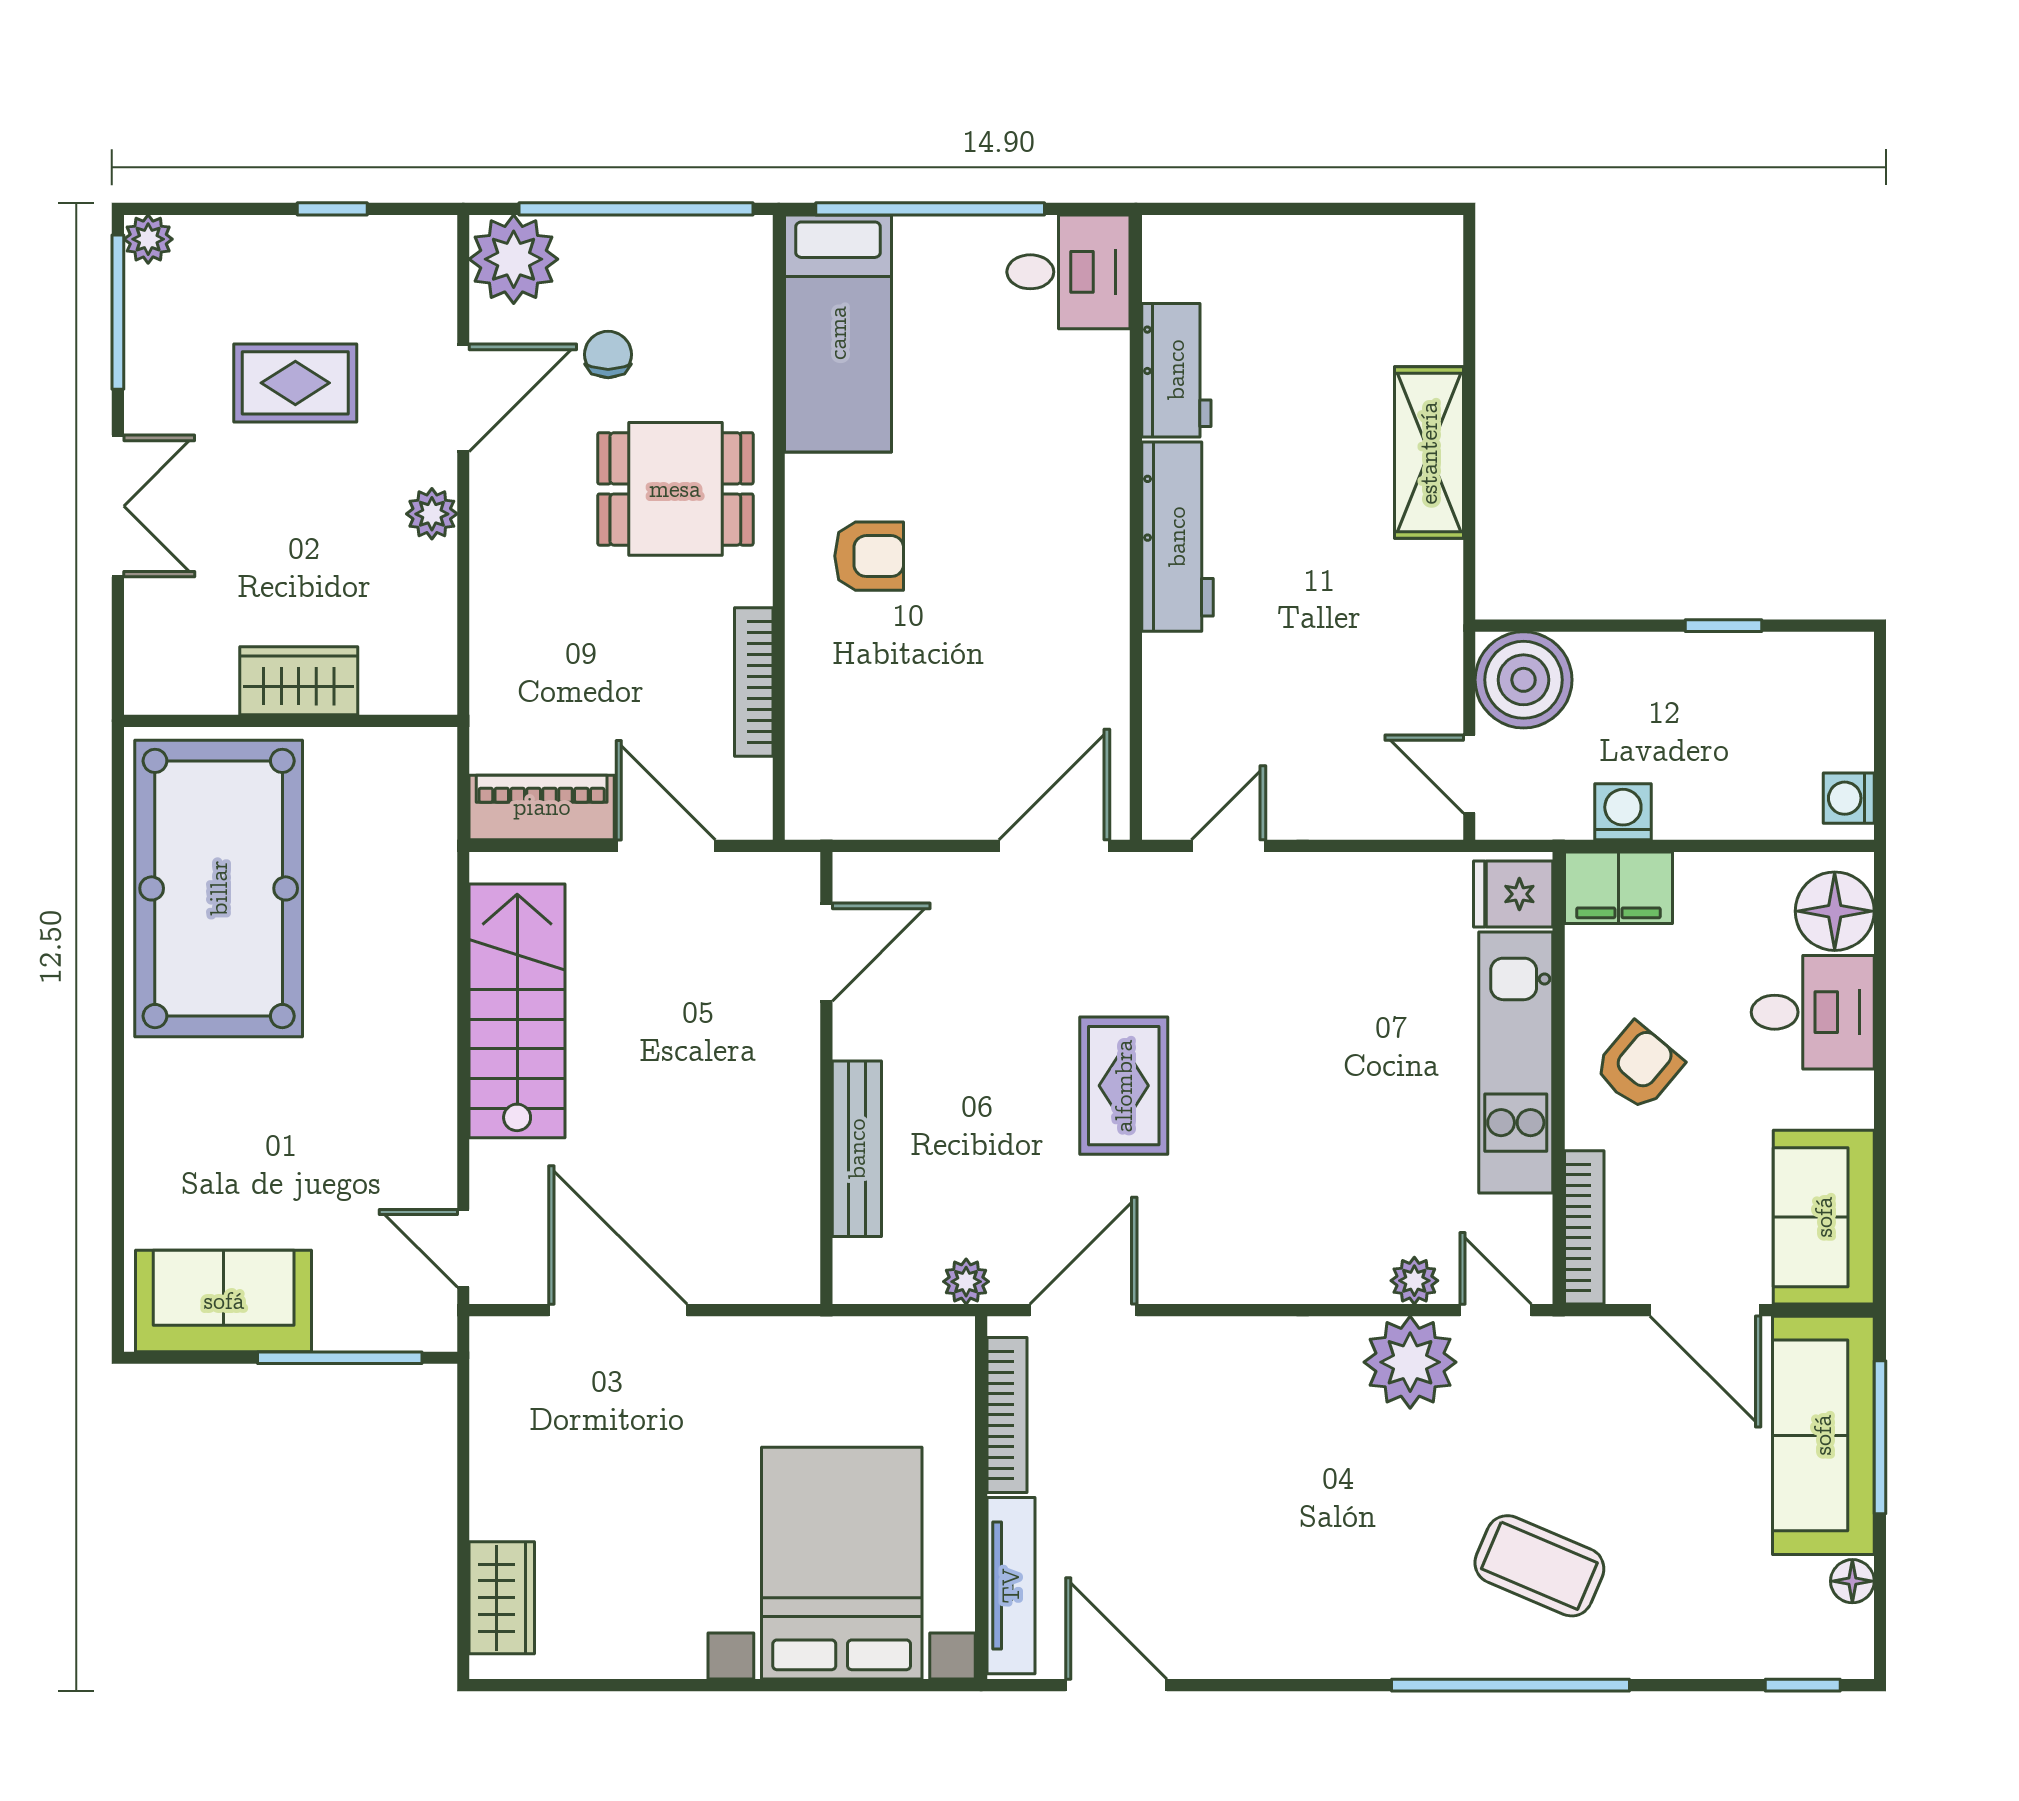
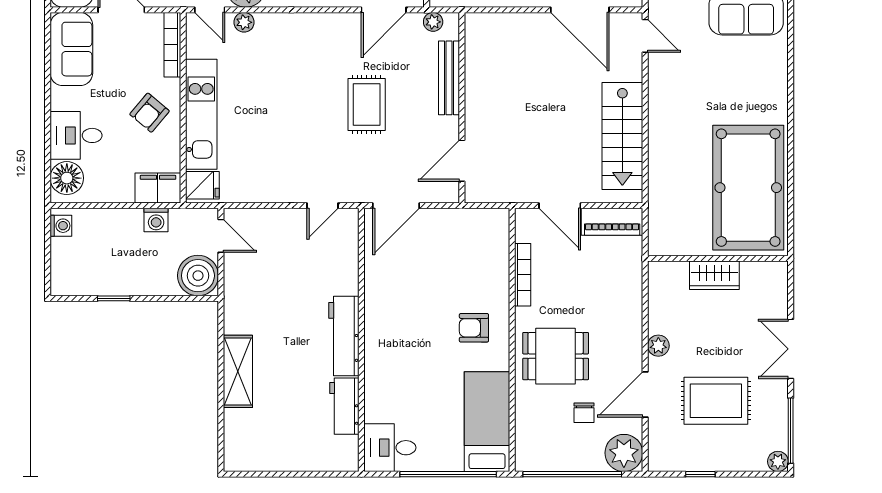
rug: (295, 383) -> (716, 401), width x1.36, depth x1.43
door: (826, 952) -> (462, 161), moved
wall: (826, 1078) -> (462, 108), moved
bench: (857, 1149) -> (449, 78), moved

